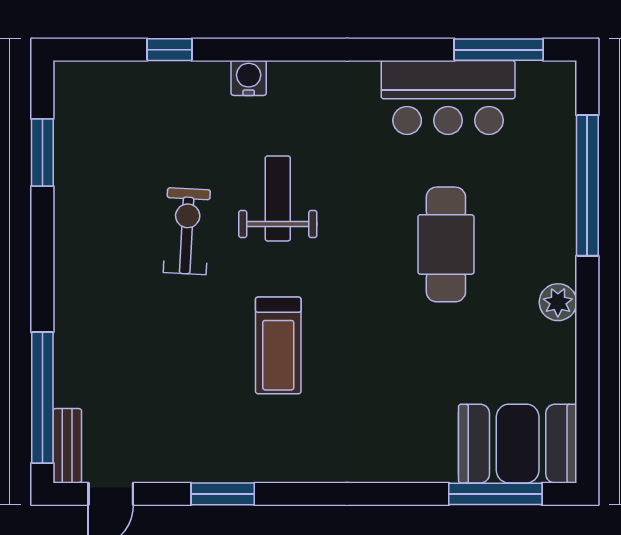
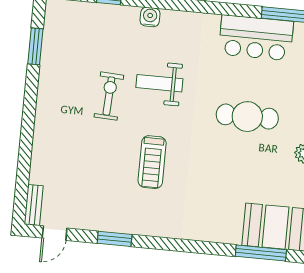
weight bench: (278, 198) -> (159, 83), turned -90
cafe table: (446, 244) -> (247, 117), turned 90
window: (42, 398) -> (23, 178), removed

